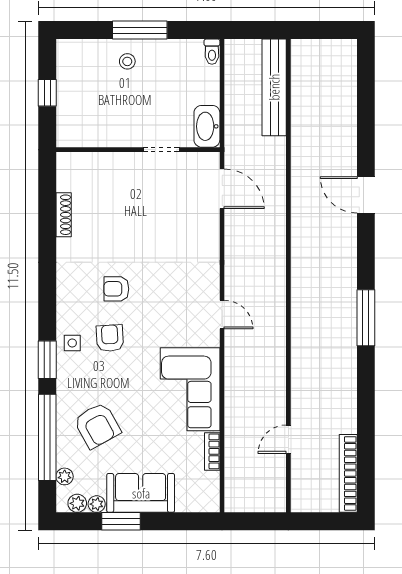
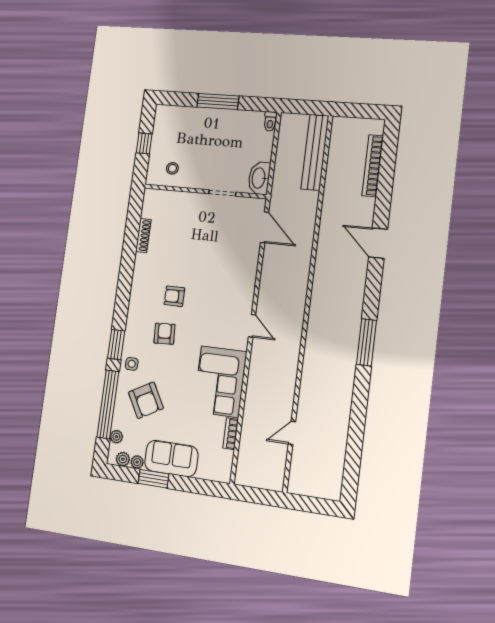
stool: (127, 61) -> (172, 168), moved
side table: (72, 343) -> (132, 364), moved
bookcase: (348, 473) -> (373, 166), moved

